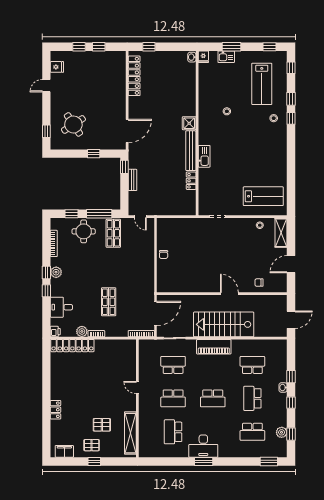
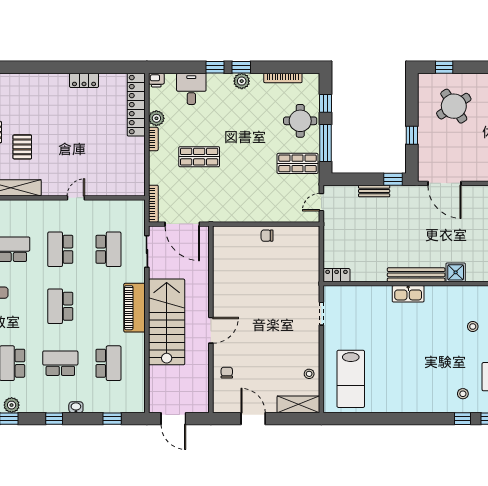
locker: (191, 181) -> (337, 275), moved
window: (291, 377) -> (112, 419), moved
locker: (55, 410) -> (84, 80), moved

